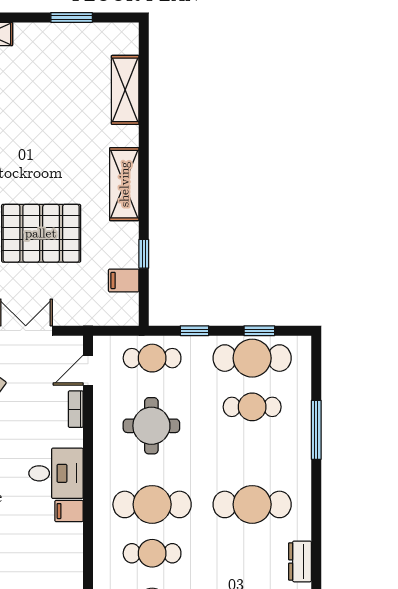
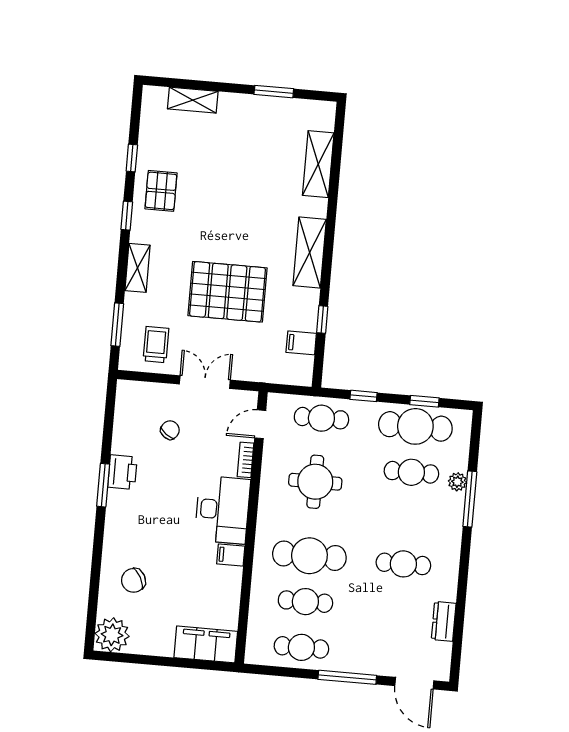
plant: (302, 413) -> (457, 482), added
desk: (56, 473) -> (222, 510), width x1.37
cafe table: (252, 504) -> (403, 564), width x0.73, depth x0.74

